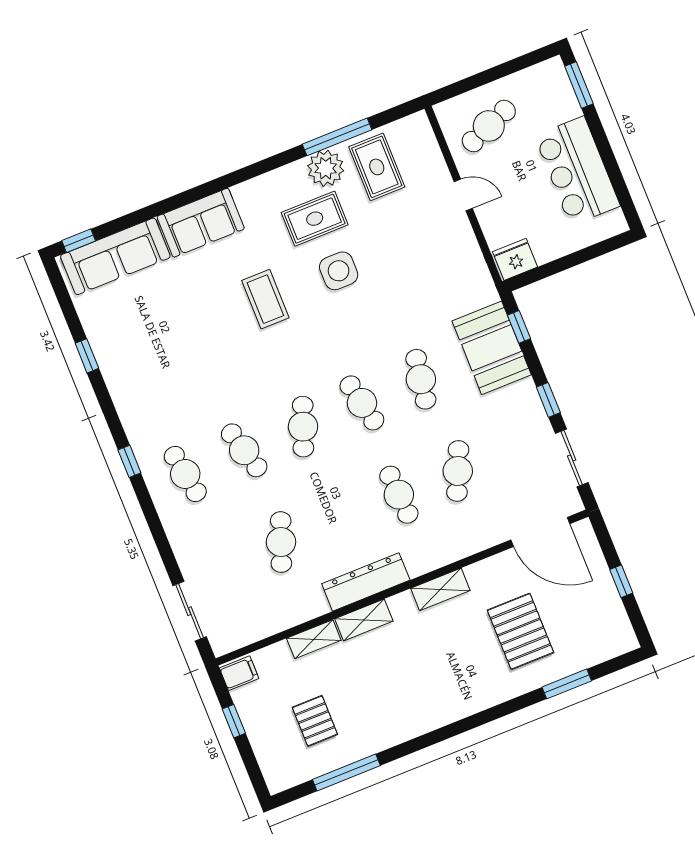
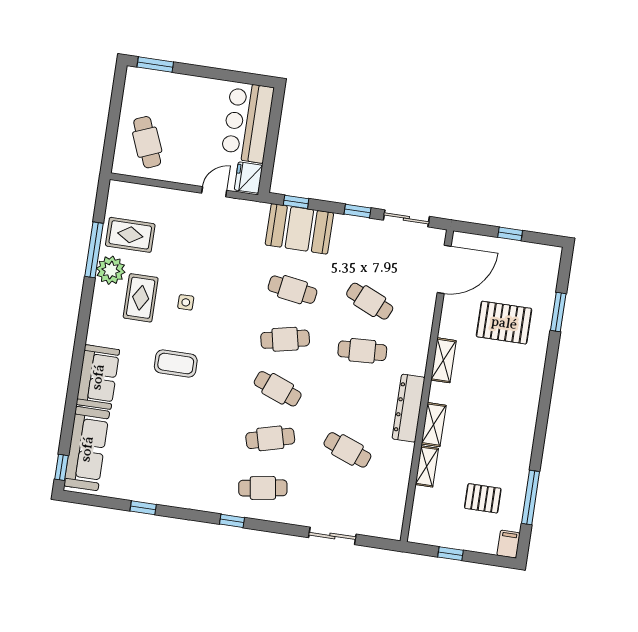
bar counter: (577, 171) -> (248, 122), moved, turned 90
door: (463, 195) -> (214, 192), moved
side table: (339, 271) -> (186, 302), width x0.54, depth x0.54
sliding door: (190, 611) -> (332, 536), moved
filing cabinet: (239, 673) -> (508, 544), moved

